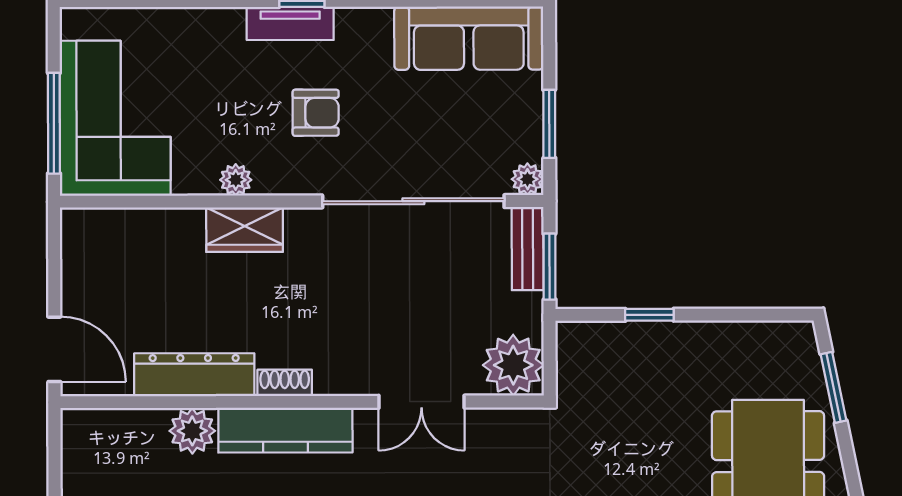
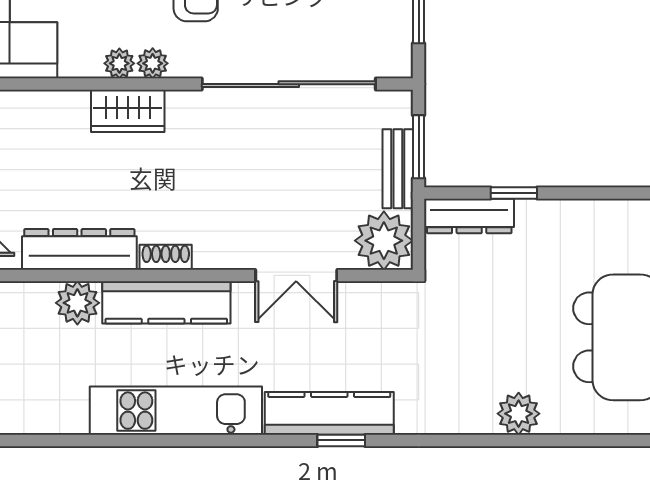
plant: (527, 179) -> (153, 63), moved
bench: (528, 249) -> (398, 169), moved
dresser: (603, 339) -> (469, 216), added

